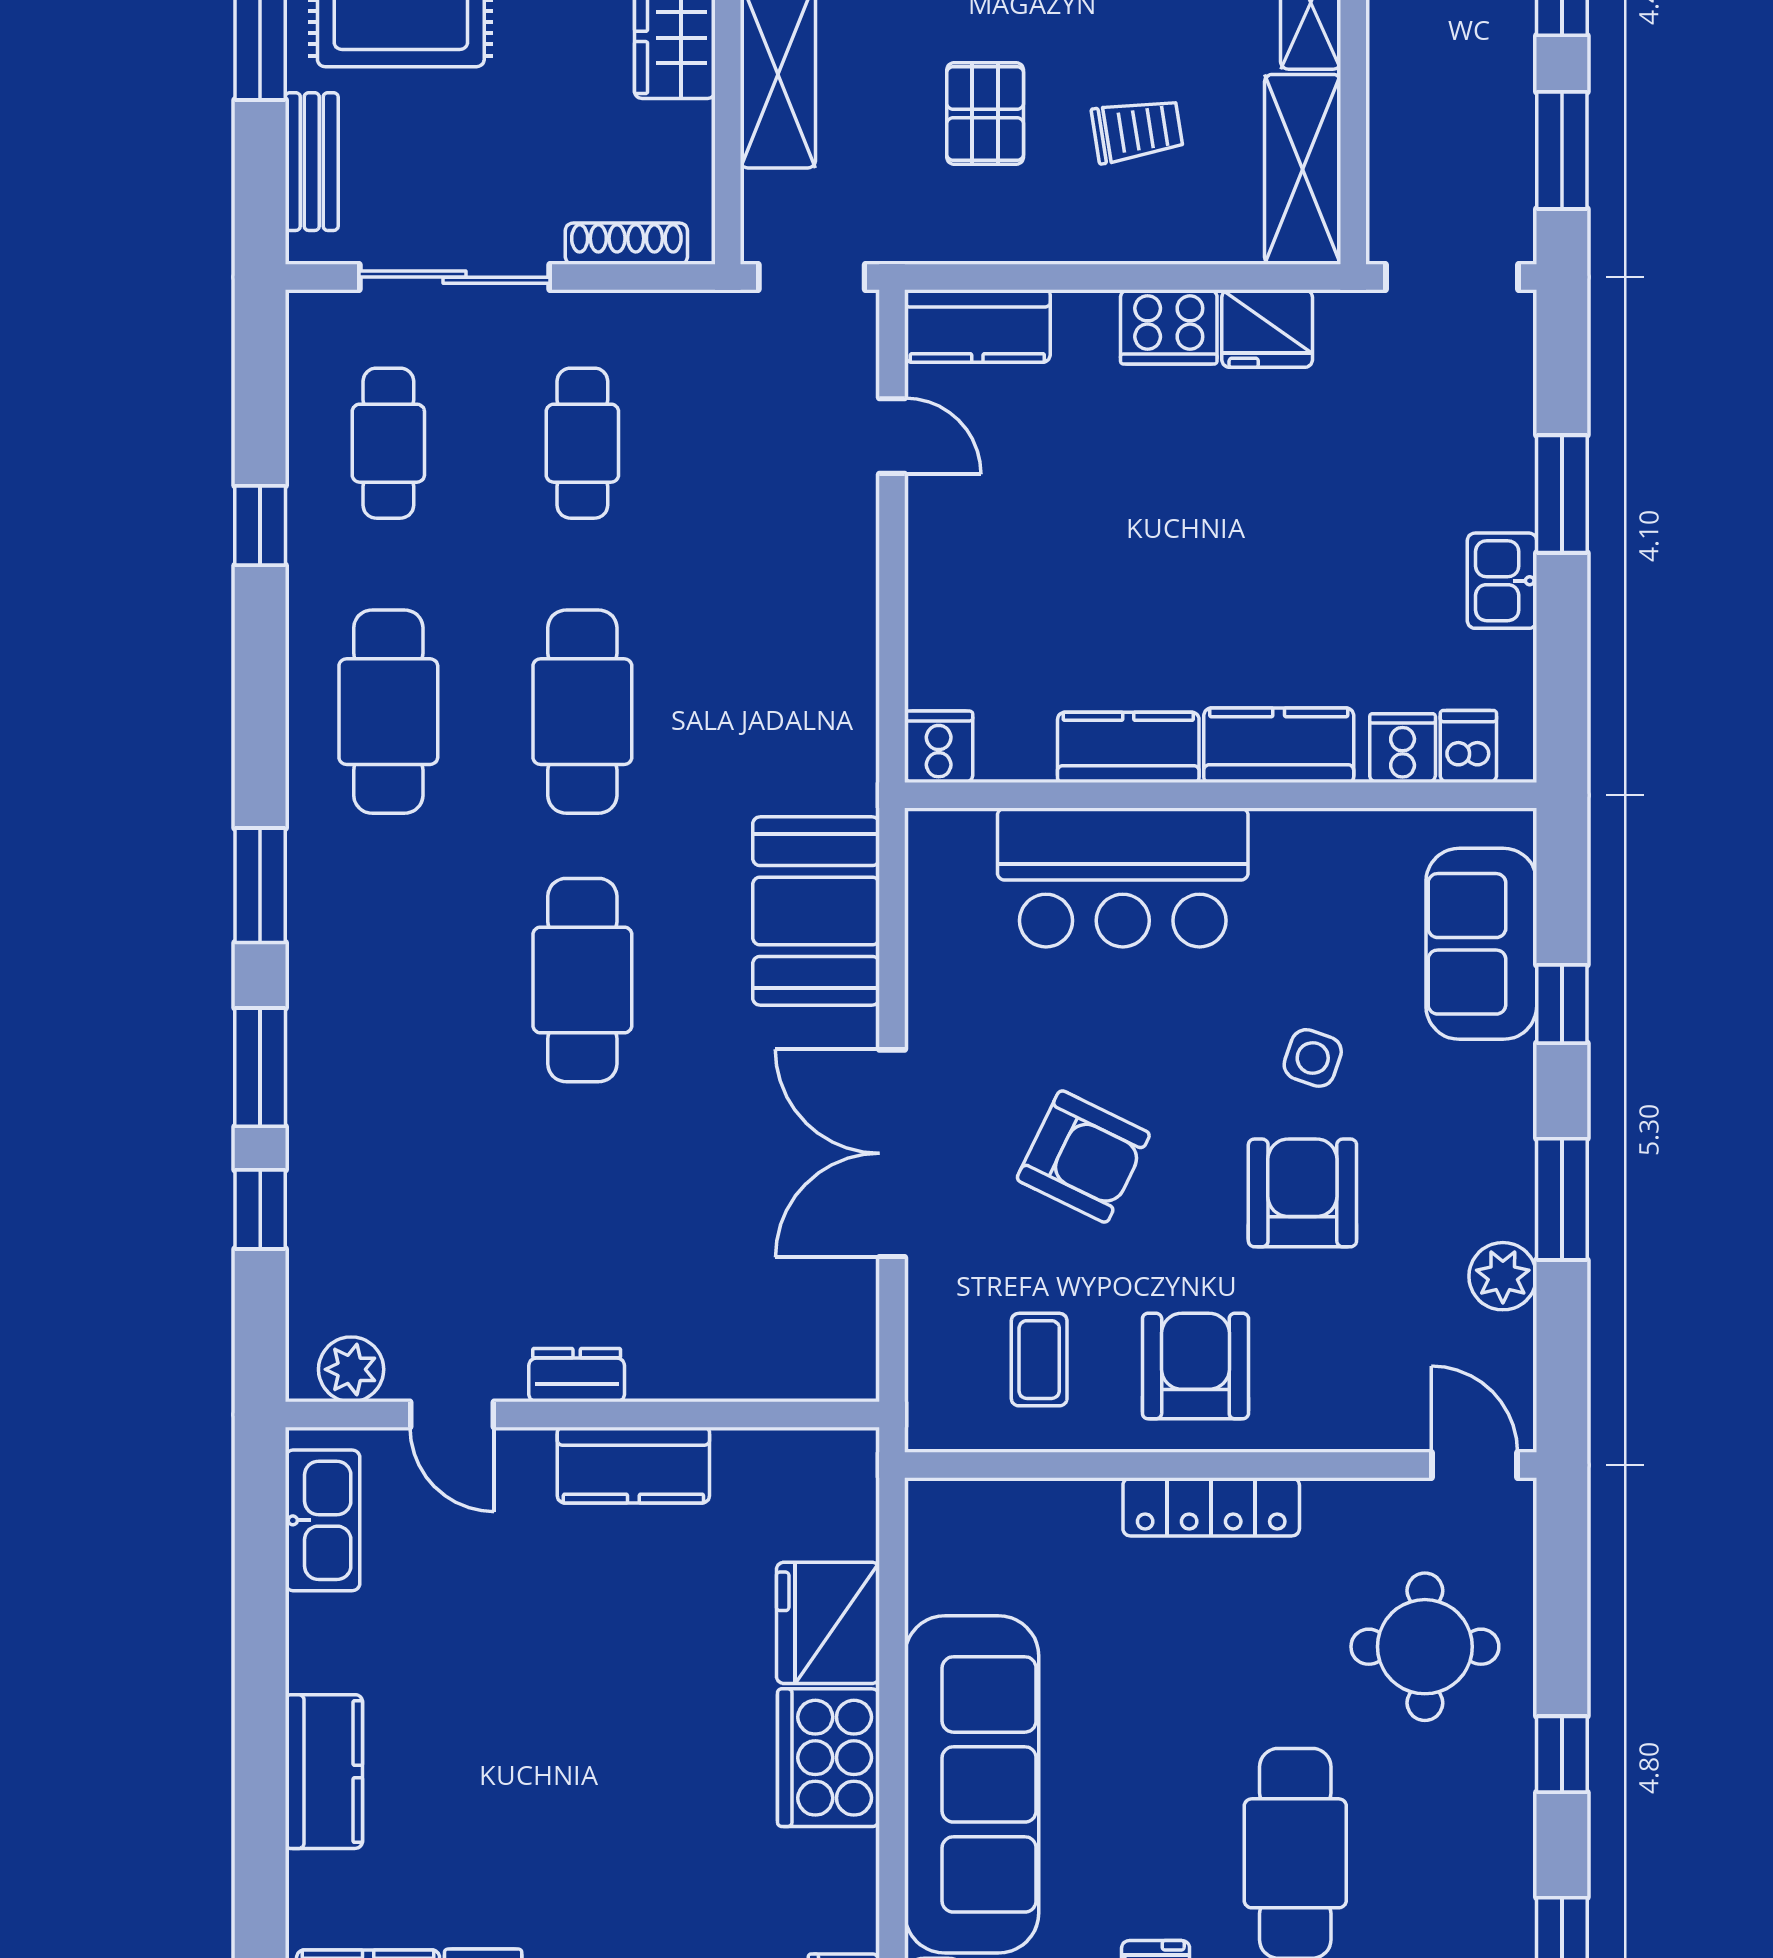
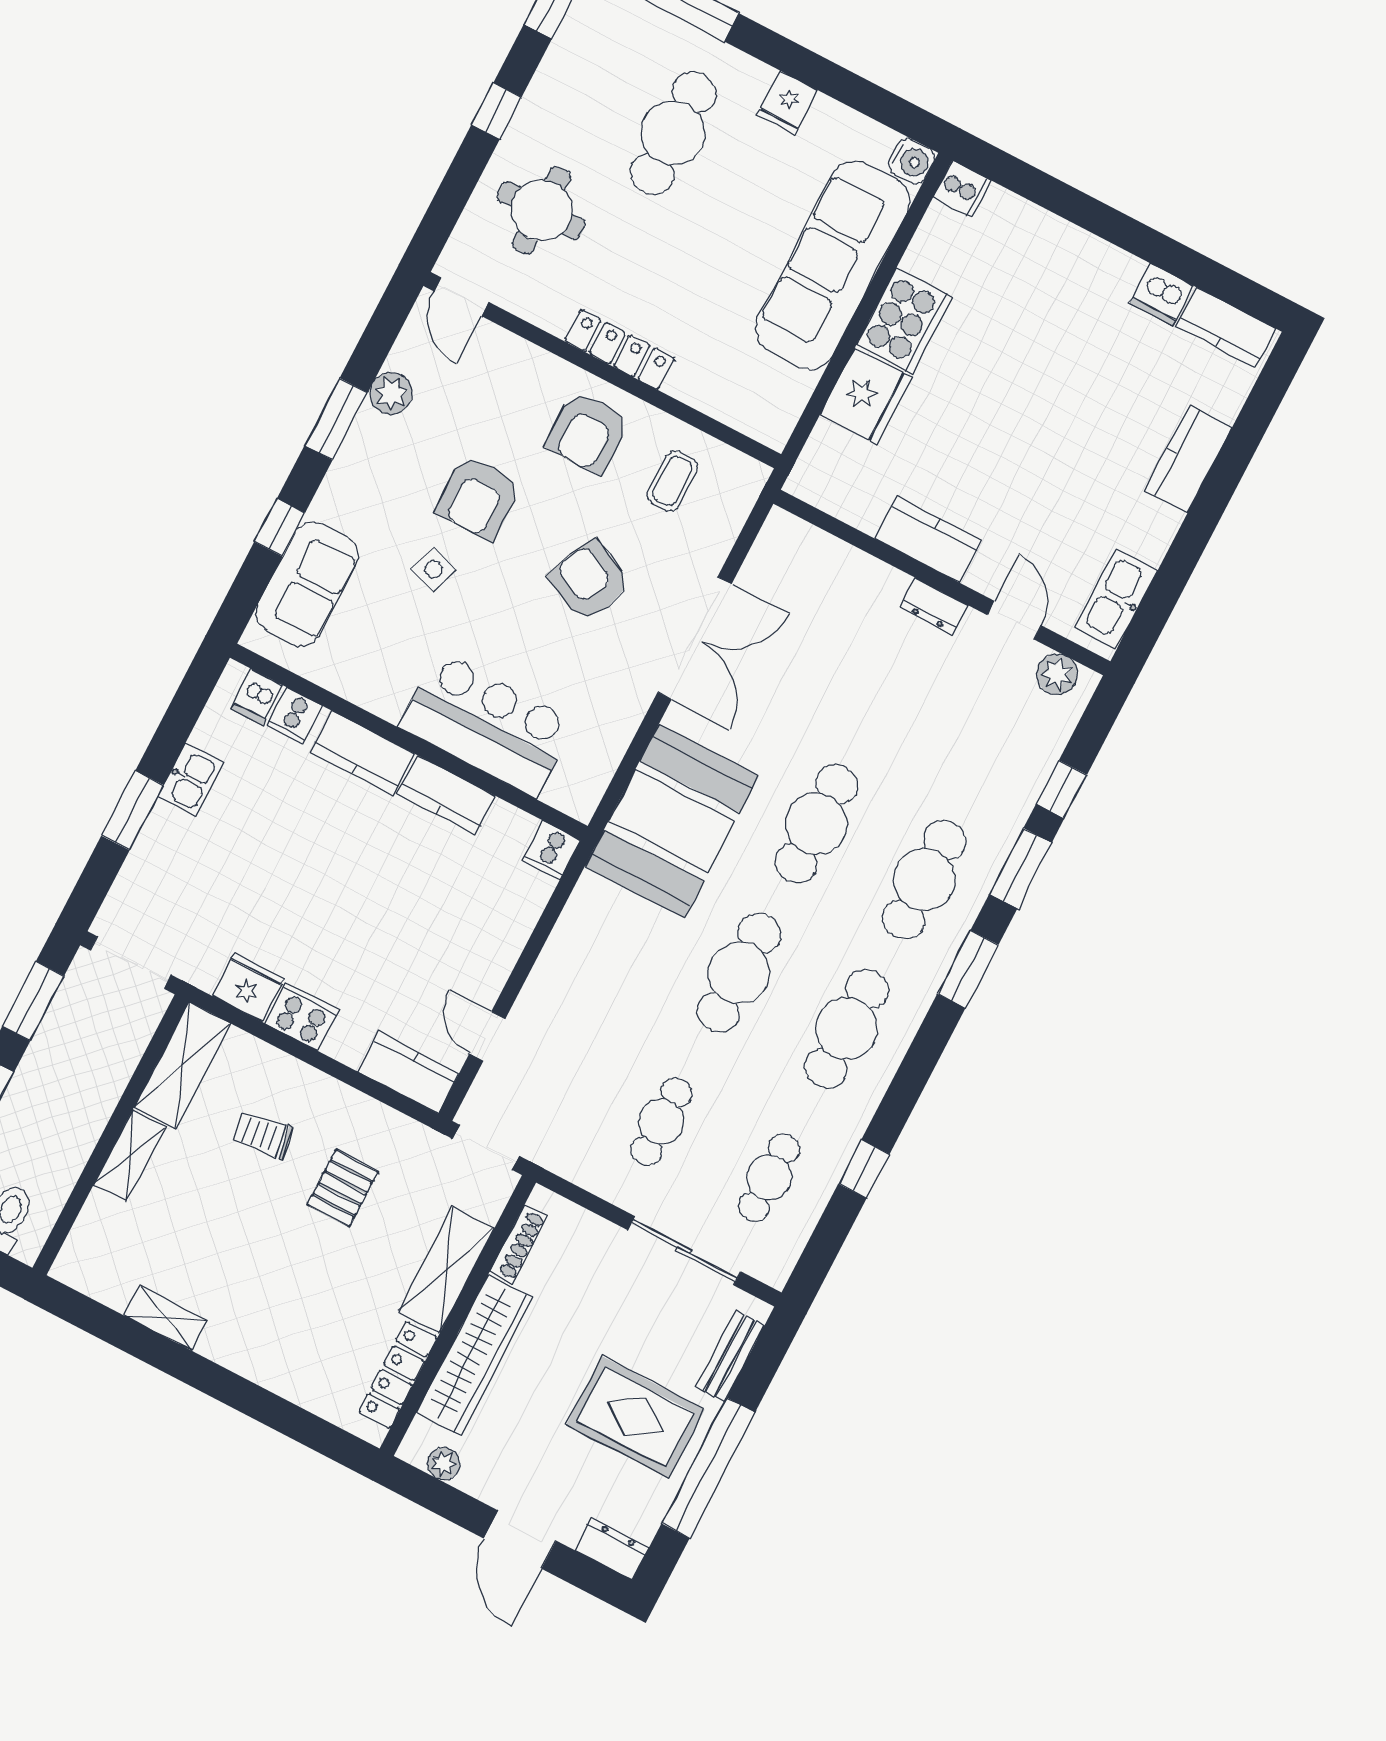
shoe rack: (626, 244) -> (519, 1244), moved, turned -90
booth: (816, 911) -> (672, 821), width x1.36, depth x1.42
cafe table: (388, 980) -> (924, 880), added

